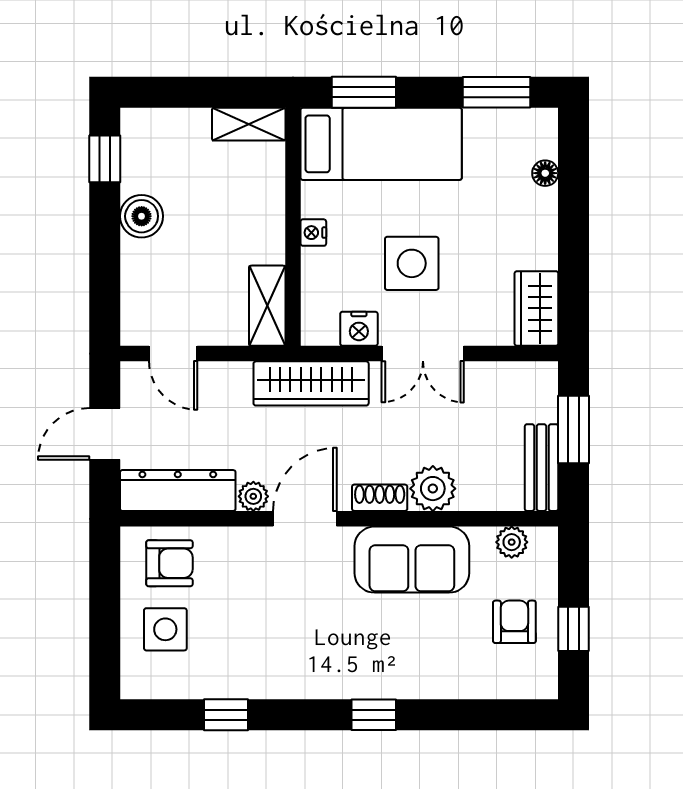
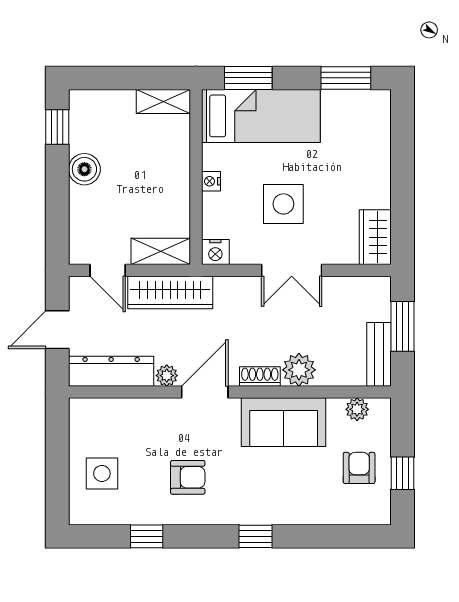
floor lamp: (545, 173) -> (382, 138), removed
shelving: (267, 306) -> (161, 251), moved, turned 90
nightstand: (359, 329) -> (215, 252), moved
wardrobe: (311, 383) -> (170, 292), moved
armchair: (169, 563) -> (188, 477), moved

